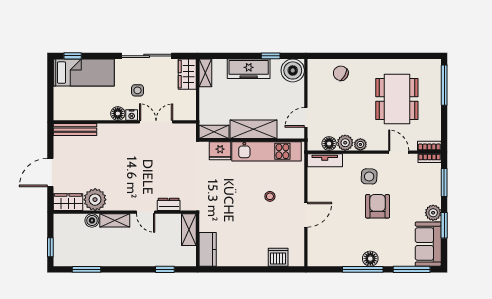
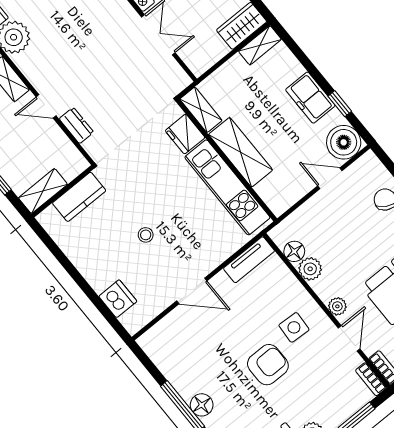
freezer: (249, 69) -> (310, 98), width x0.71
door: (306, 117) -> (330, 178), moved
plant: (360, 144) -> (337, 306), moved
tv unit: (325, 160) -> (249, 260), moved, turned -90
stool: (270, 196) -> (146, 235), moved
door: (146, 212) -> (46, 106), hinge flipped
shelving: (189, 230) -> (43, 191), moved
kitchen counter: (208, 249) -> (79, 197), moved

